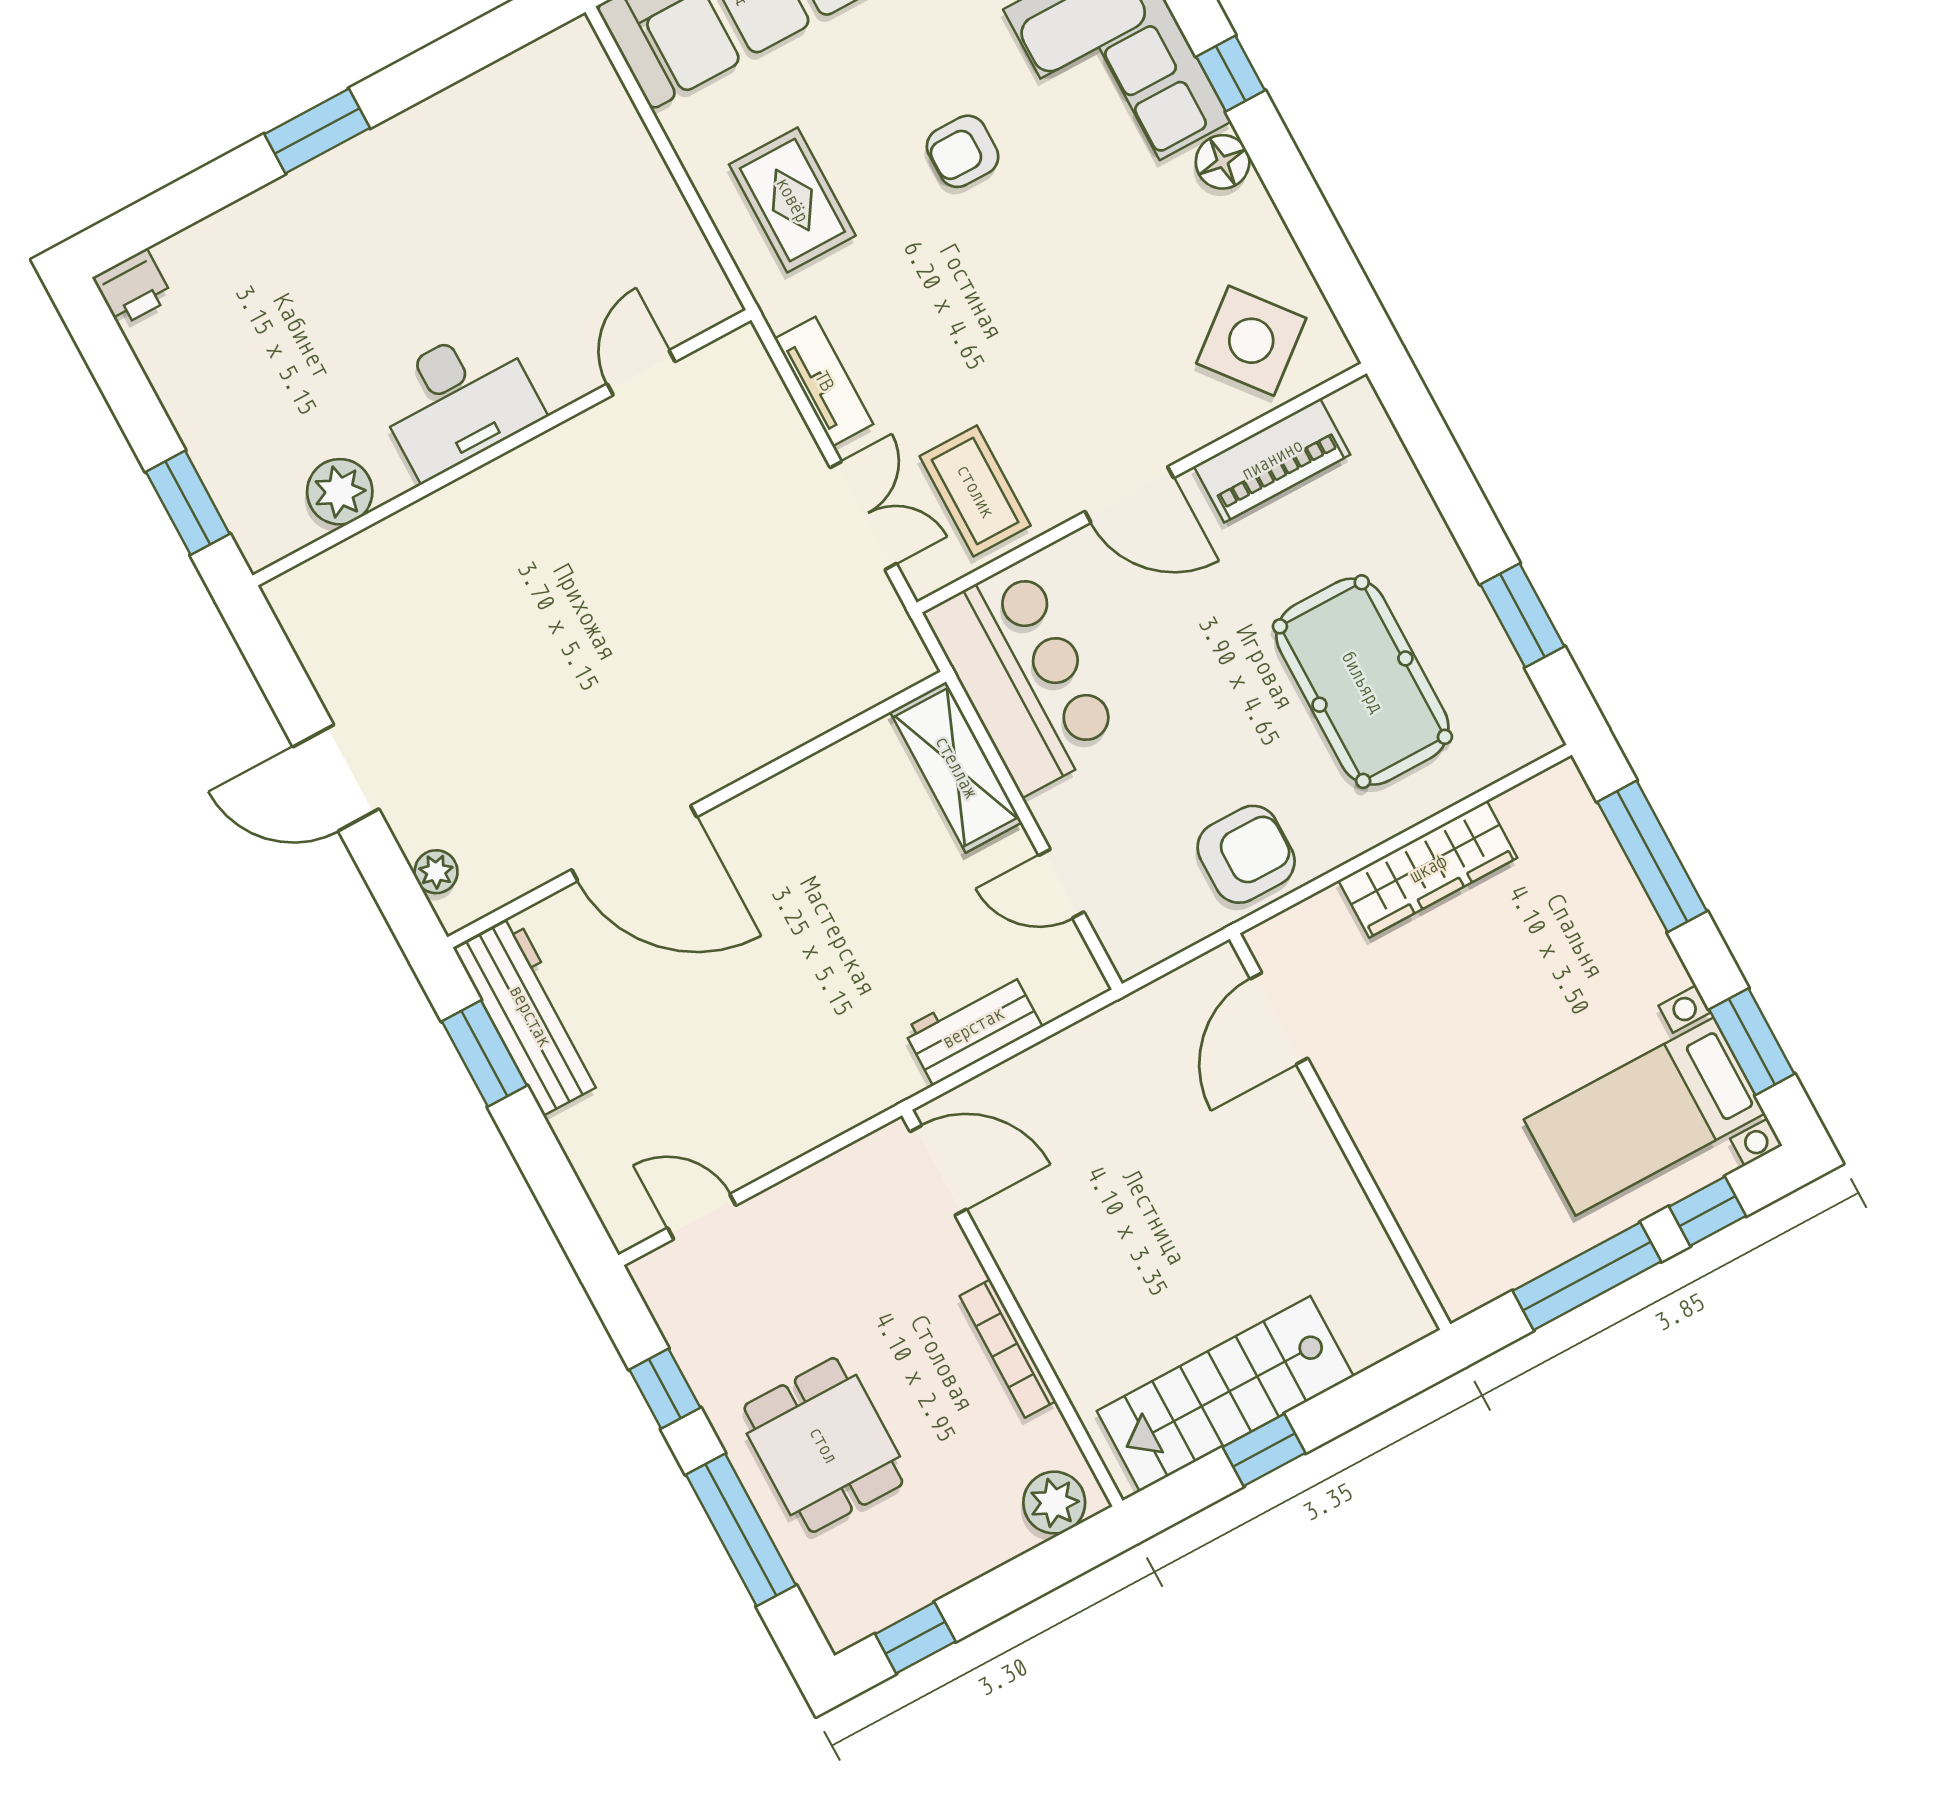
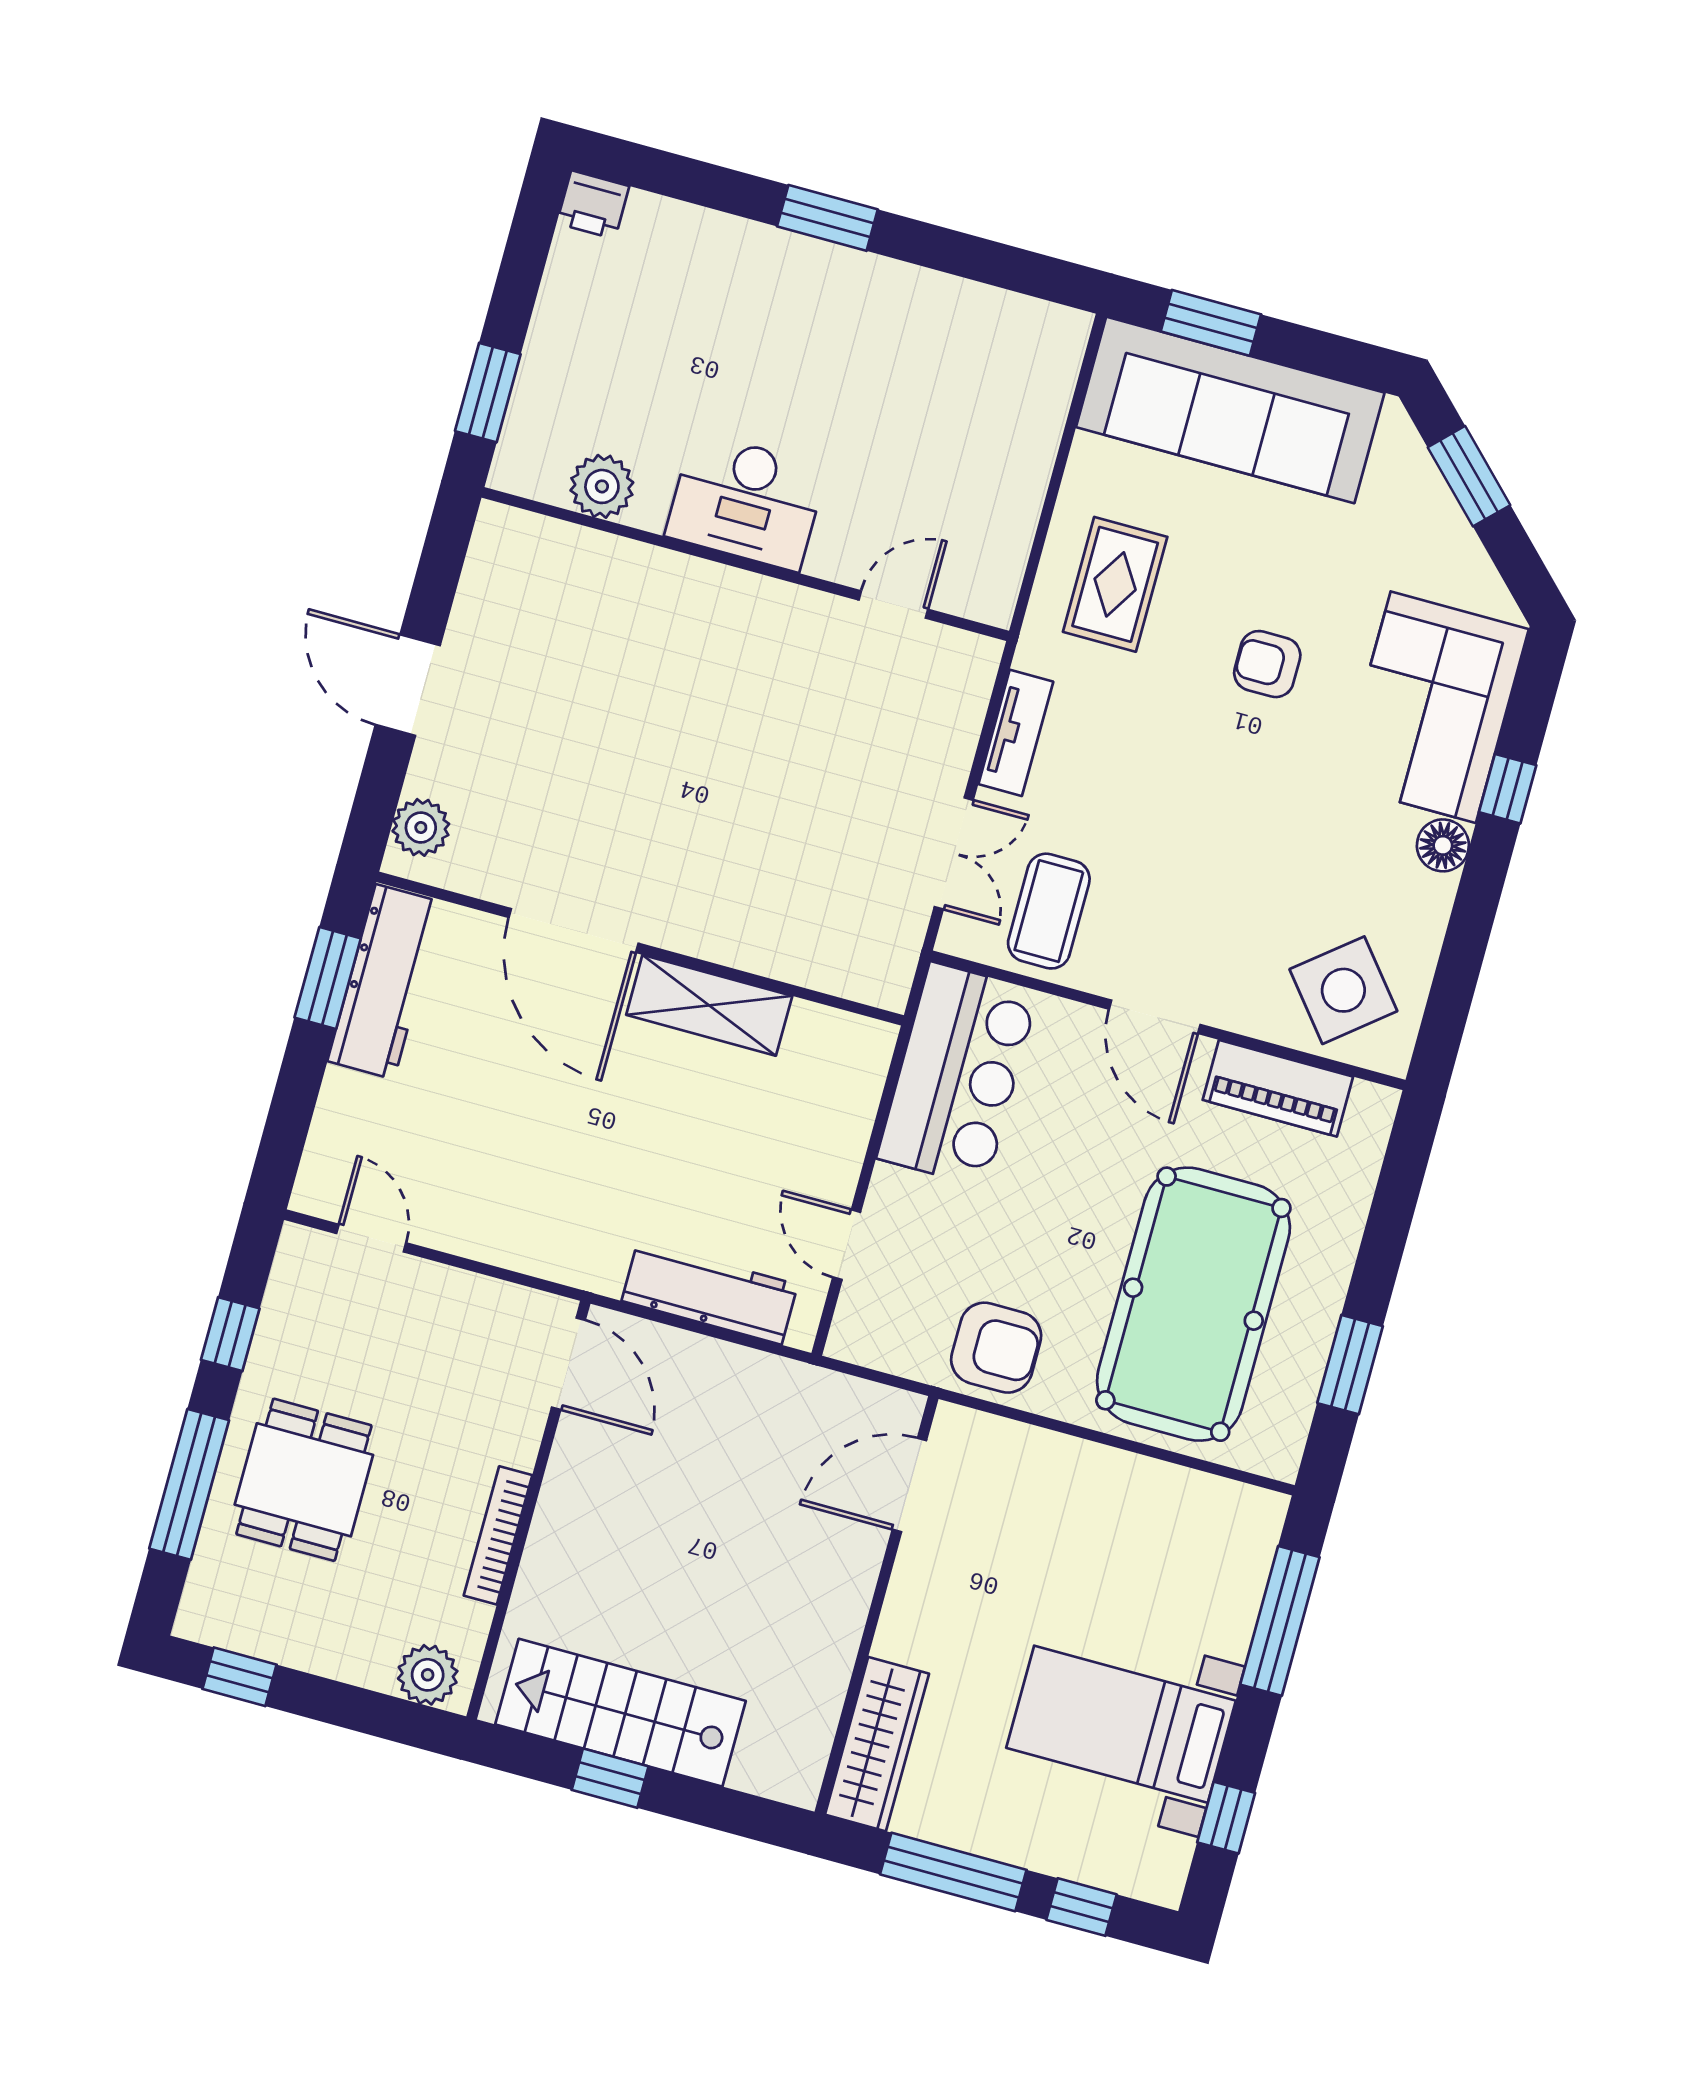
pool table: (1362, 682) -> (1193, 1304), width x1.36, depth x1.32
shelving: (956, 767) -> (709, 1005), moved, turned 90
wardrobe: (1428, 869) -> (877, 1744), moved, turned -90
plant: (436, 872) -> (421, 827), width x1.38, depth x1.38
workbench: (973, 1028) -> (710, 1293), width x1.37
window: (1752, 1042) -> (1226, 1818), width x0.67
bed with nightstands: (1645, 1116) -> (1121, 1724), moved

